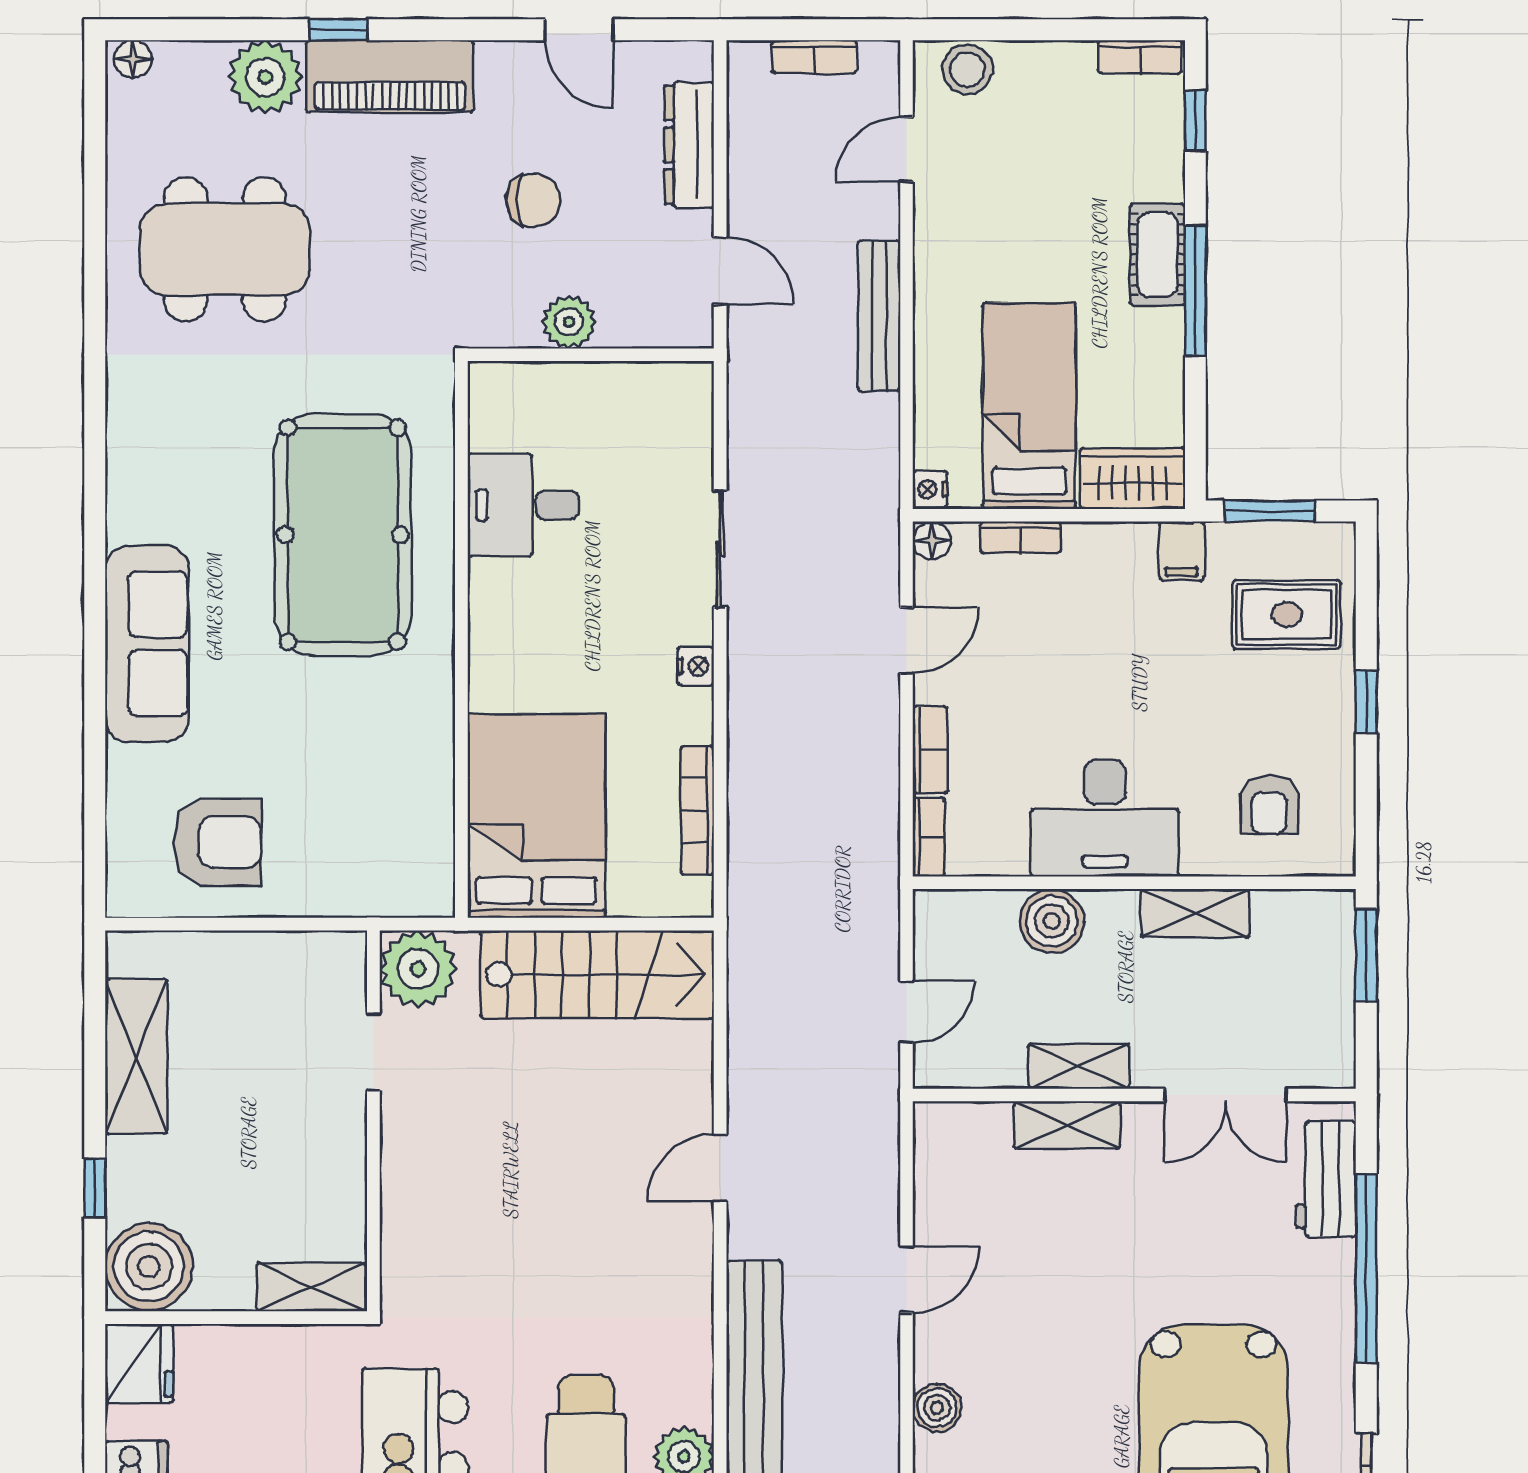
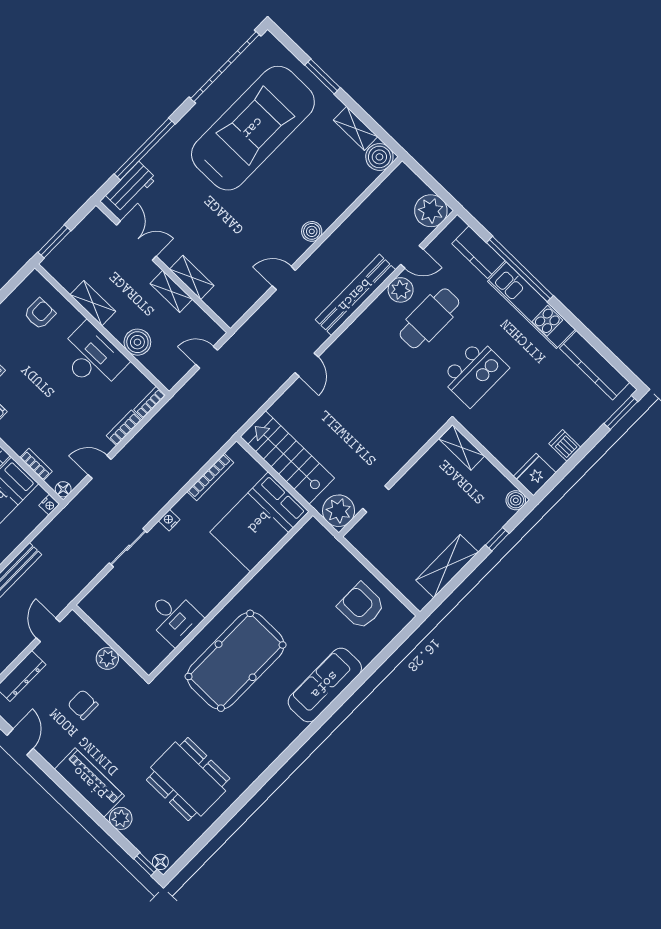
window: (338, 30) -> (145, 864), moved
plant: (265, 77) -> (121, 818), width x0.73, depth x0.73
door: (720, 1168) -> (307, 365), hinge flipped
boiler: (149, 1267) -> (516, 500), width x0.54, depth x0.54

